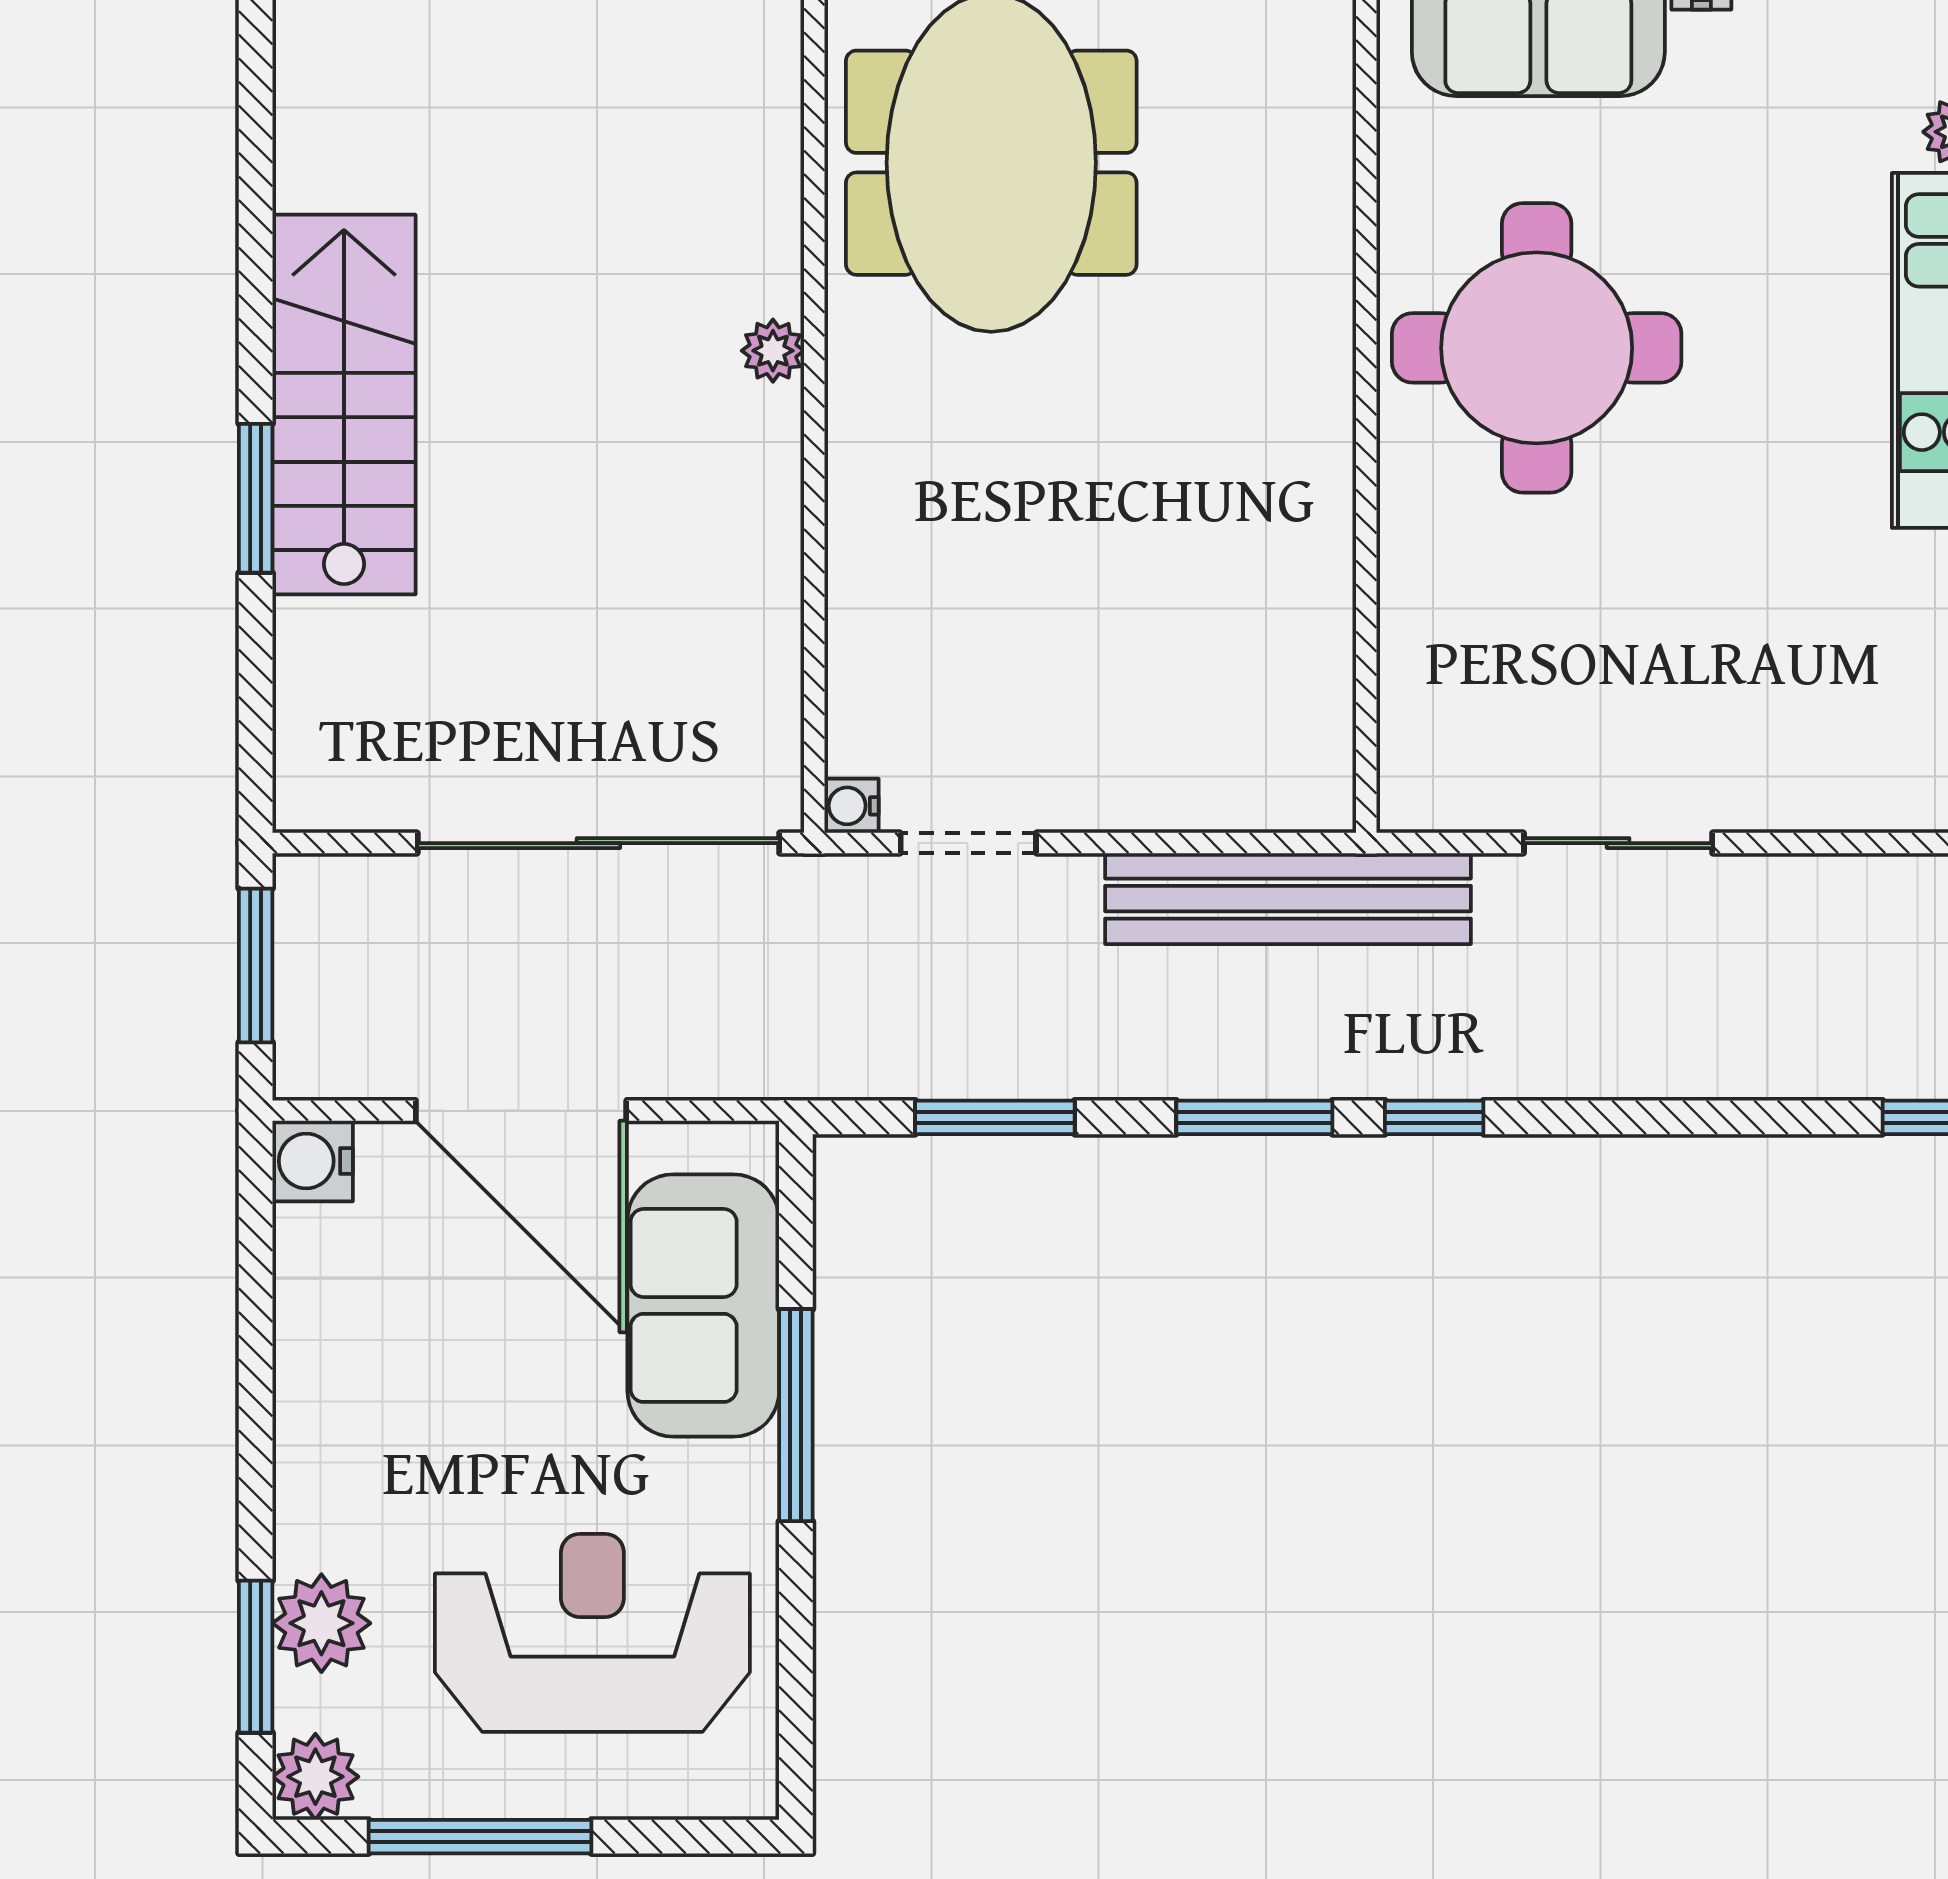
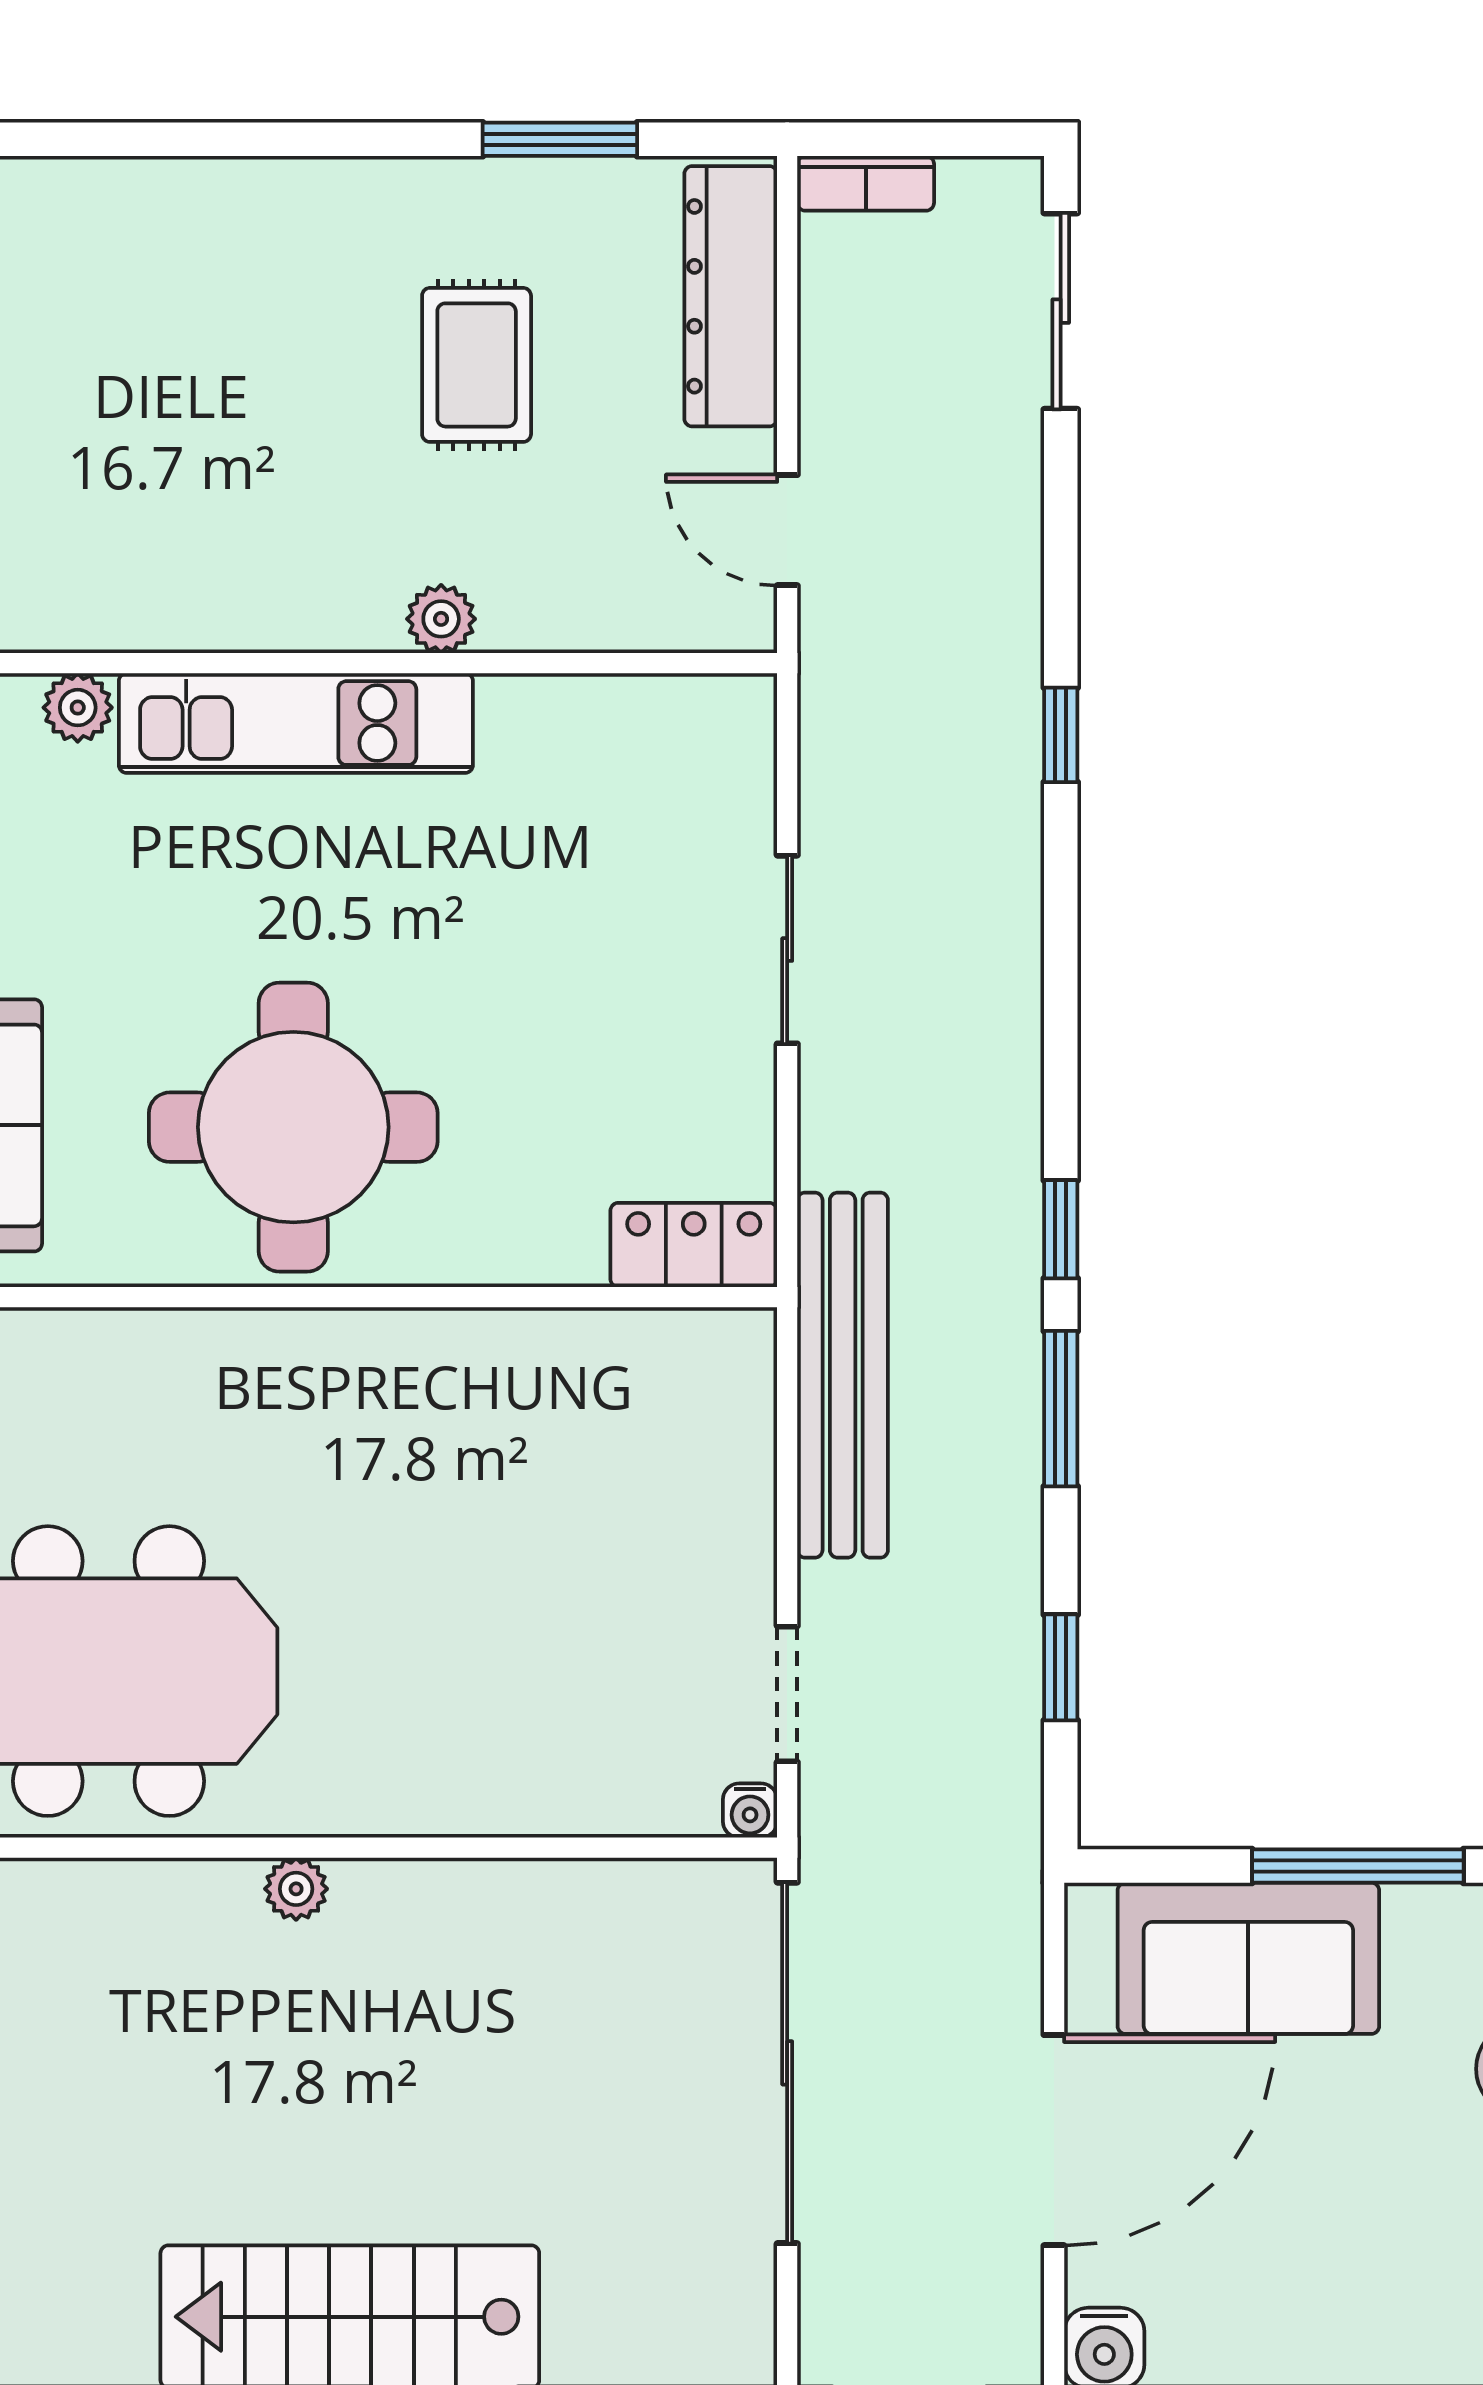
locker: (1419, 749) -> (694, 1245), added
sliding door: (1618, 843) -> (787, 950), moved
window: (995, 1117) -> (1061, 1667), width x0.67

